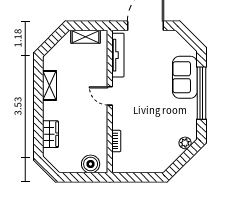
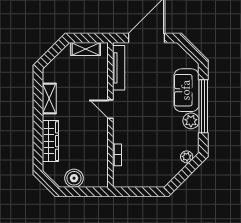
plant: (189, 107) -> (191, 121), added
wardrobe: (51, 134) -> (50, 141), width x1.50
boiler: (91, 164) -> (74, 178), moved

